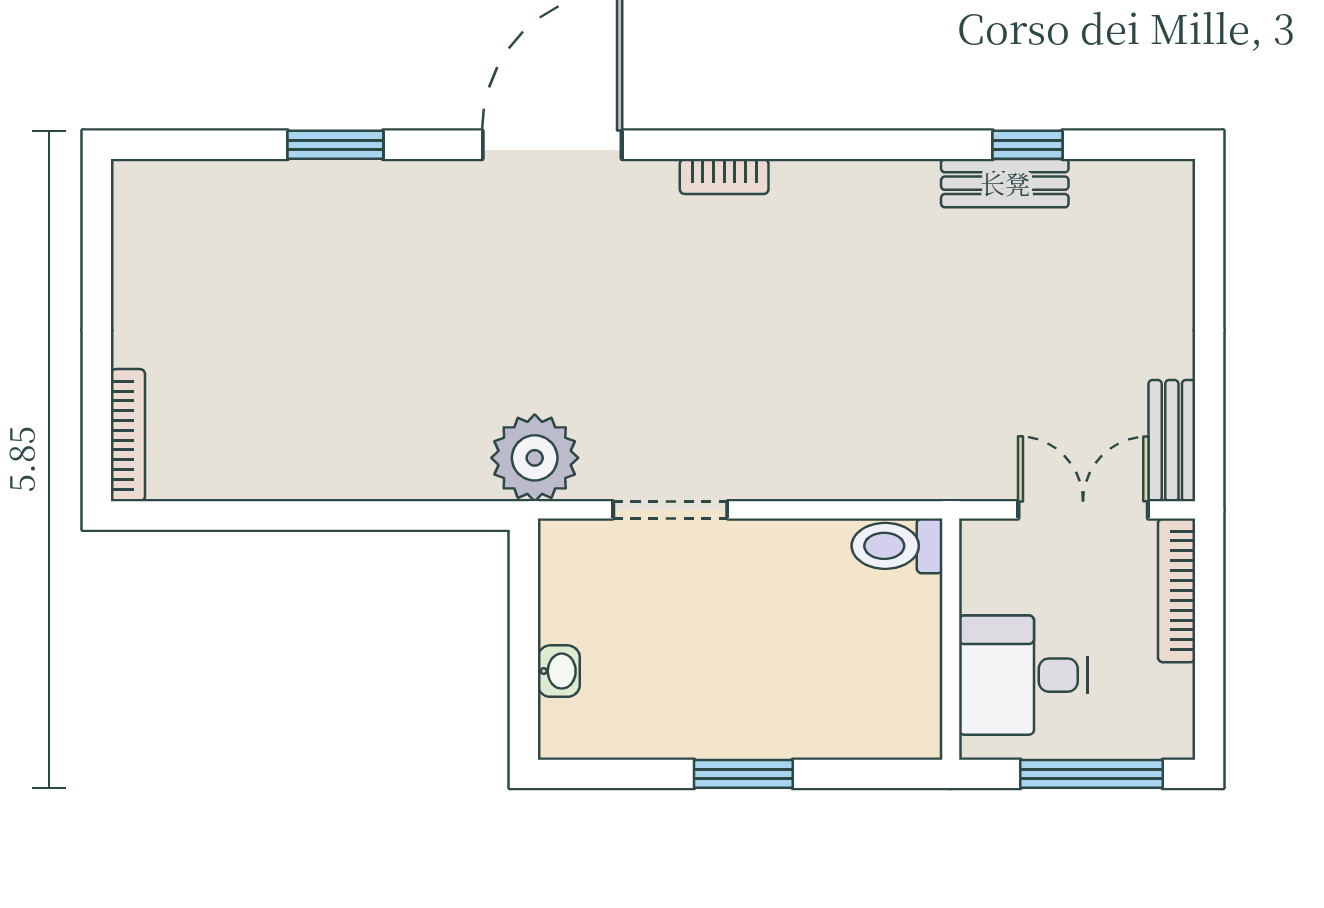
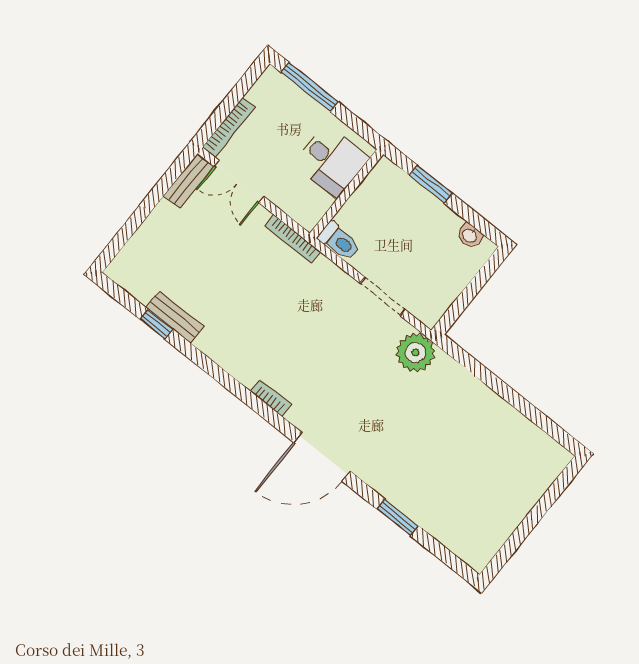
bookcase: (128, 435) -> (292, 239), moved, turned -90
toilet: (897, 546) -> (339, 241), moved
wall: (951, 639) -> (347, 194), moved
washbasin: (559, 671) -> (470, 235), moved, turned -90
desk: (1024, 675) -> (331, 161), moved

